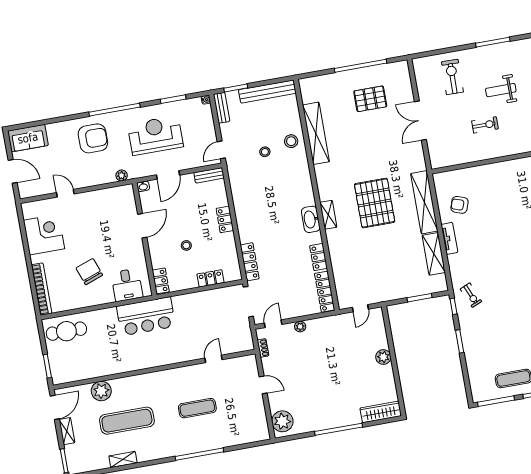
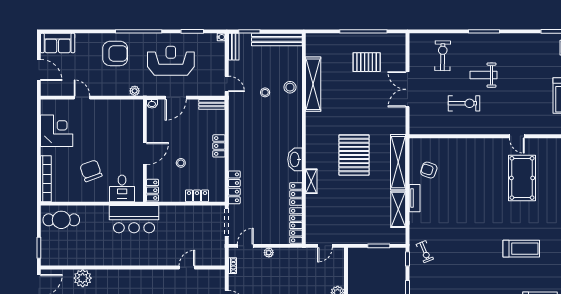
exercise bike: (485, 125) -> (464, 103), width x1.38, depth x1.39
door: (221, 150) -> (227, 84), swing flipped
shelving: (328, 215) -> (311, 181), moved
door: (142, 226) -> (145, 154), moved

